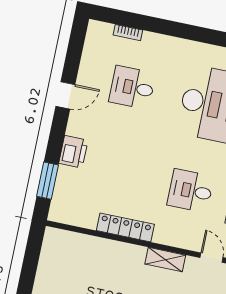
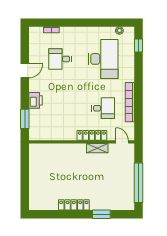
desk: (191, 191) -> (103, 108), turned 180
locker: (125, 227) -> (92, 135), moved

